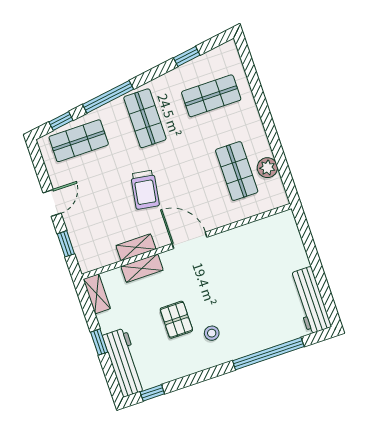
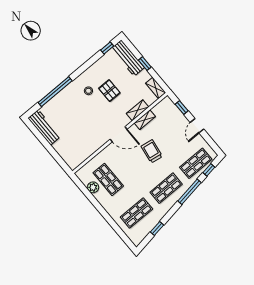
shop shelf: (145, 118) -> (166, 188), turned 90

